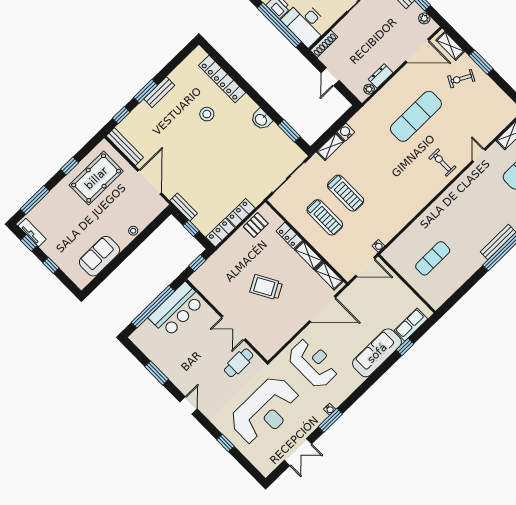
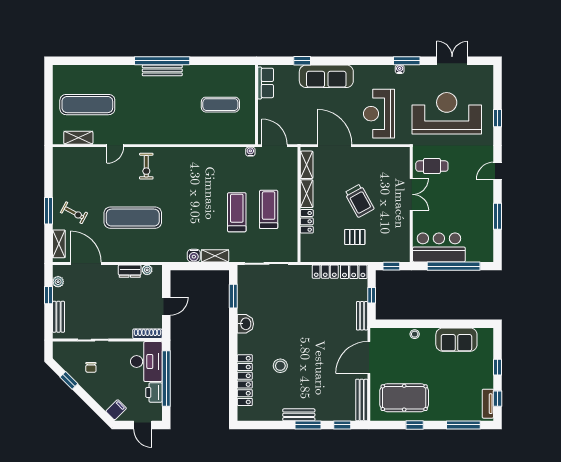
pallet: (256, 225) -> (355, 237), moved
row of seats: (411, 325) -> (266, 83), moved, turned -90

